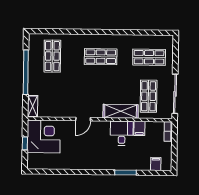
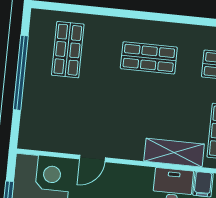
shelving: (33, 106) -> (27, 131), removed
door: (83, 119) -> (92, 158), moved

